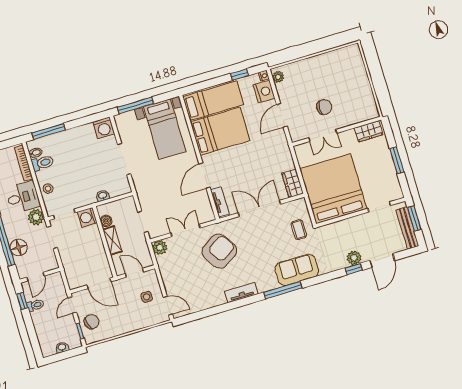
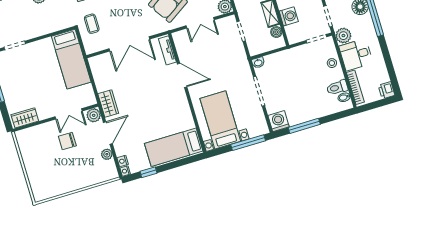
plant: (278, 77) -> (107, 154), moved
nightstand: (264, 92) -> (123, 161), width x0.53, depth x0.56
window: (49, 131) -> (304, 126), moved
bed: (220, 131) -> (167, 118), removed
plant: (297, 134) -> (94, 115), added
double door: (323, 135) -> (69, 114), swing flipped
door: (205, 176) -> (182, 75), hinge flipped
wardrobe: (293, 183) -> (108, 103), moved
bed: (333, 189) -> (71, 59), width x0.49
washbasin: (103, 196) -> (258, 63), moved
washing machine: (87, 217) -> (289, 16), moved

